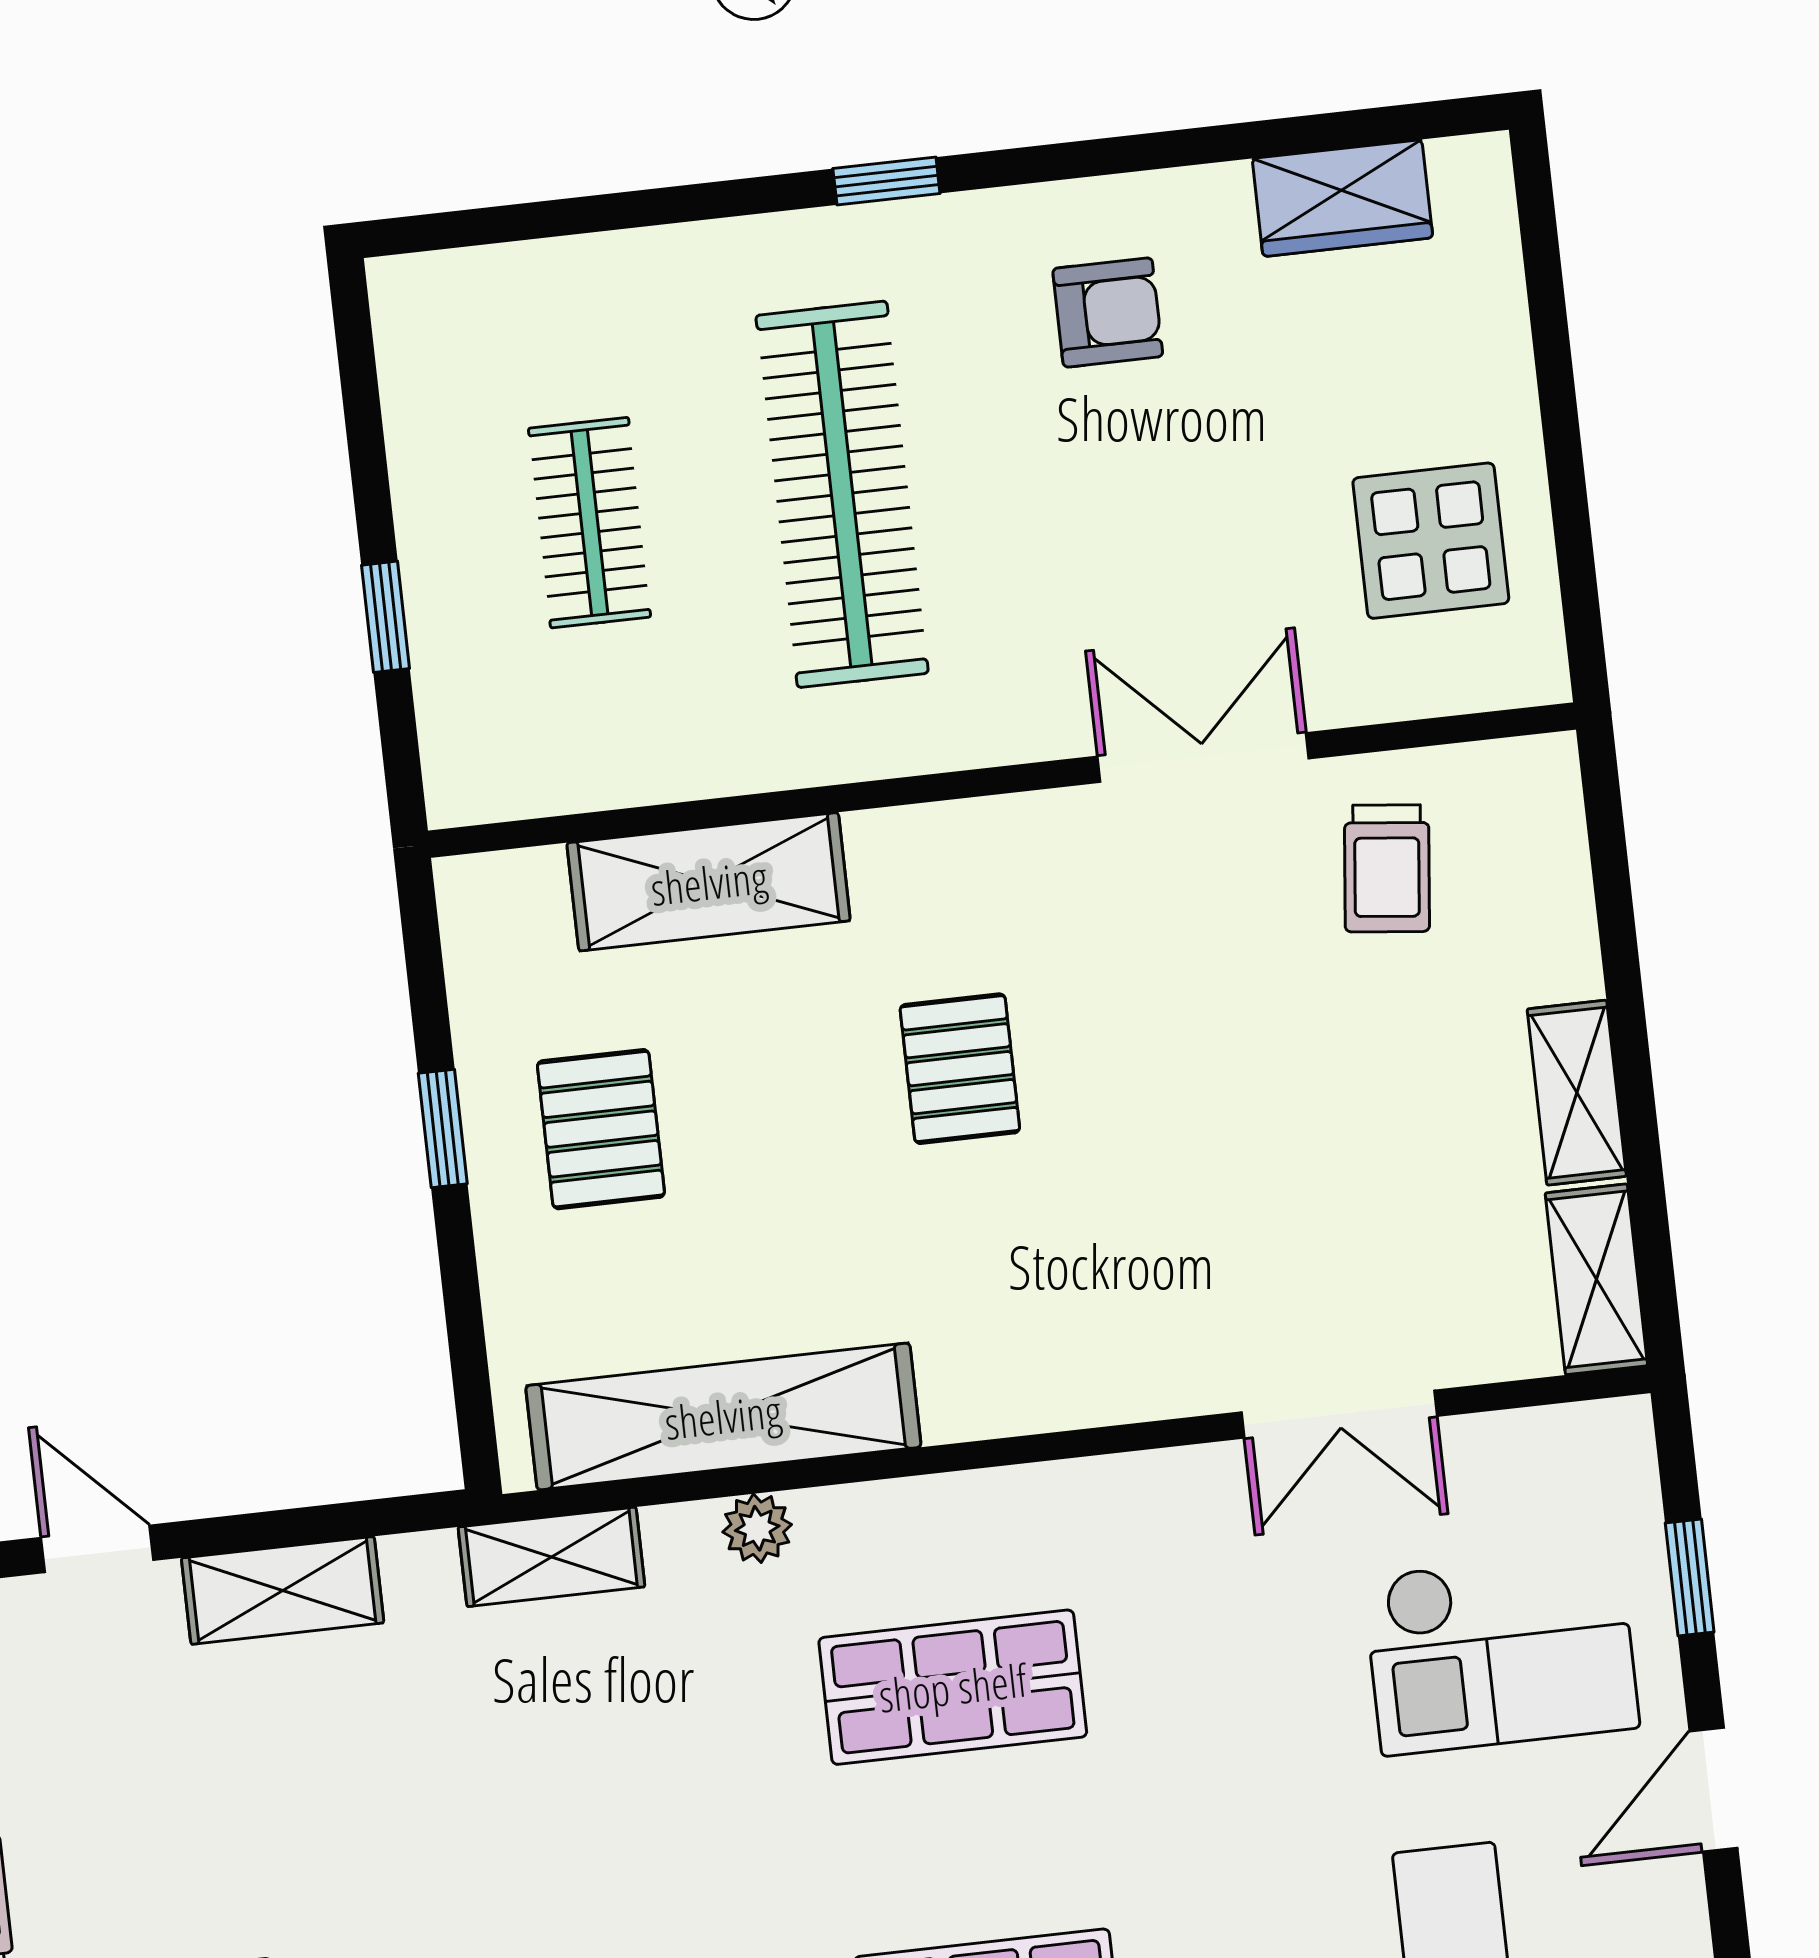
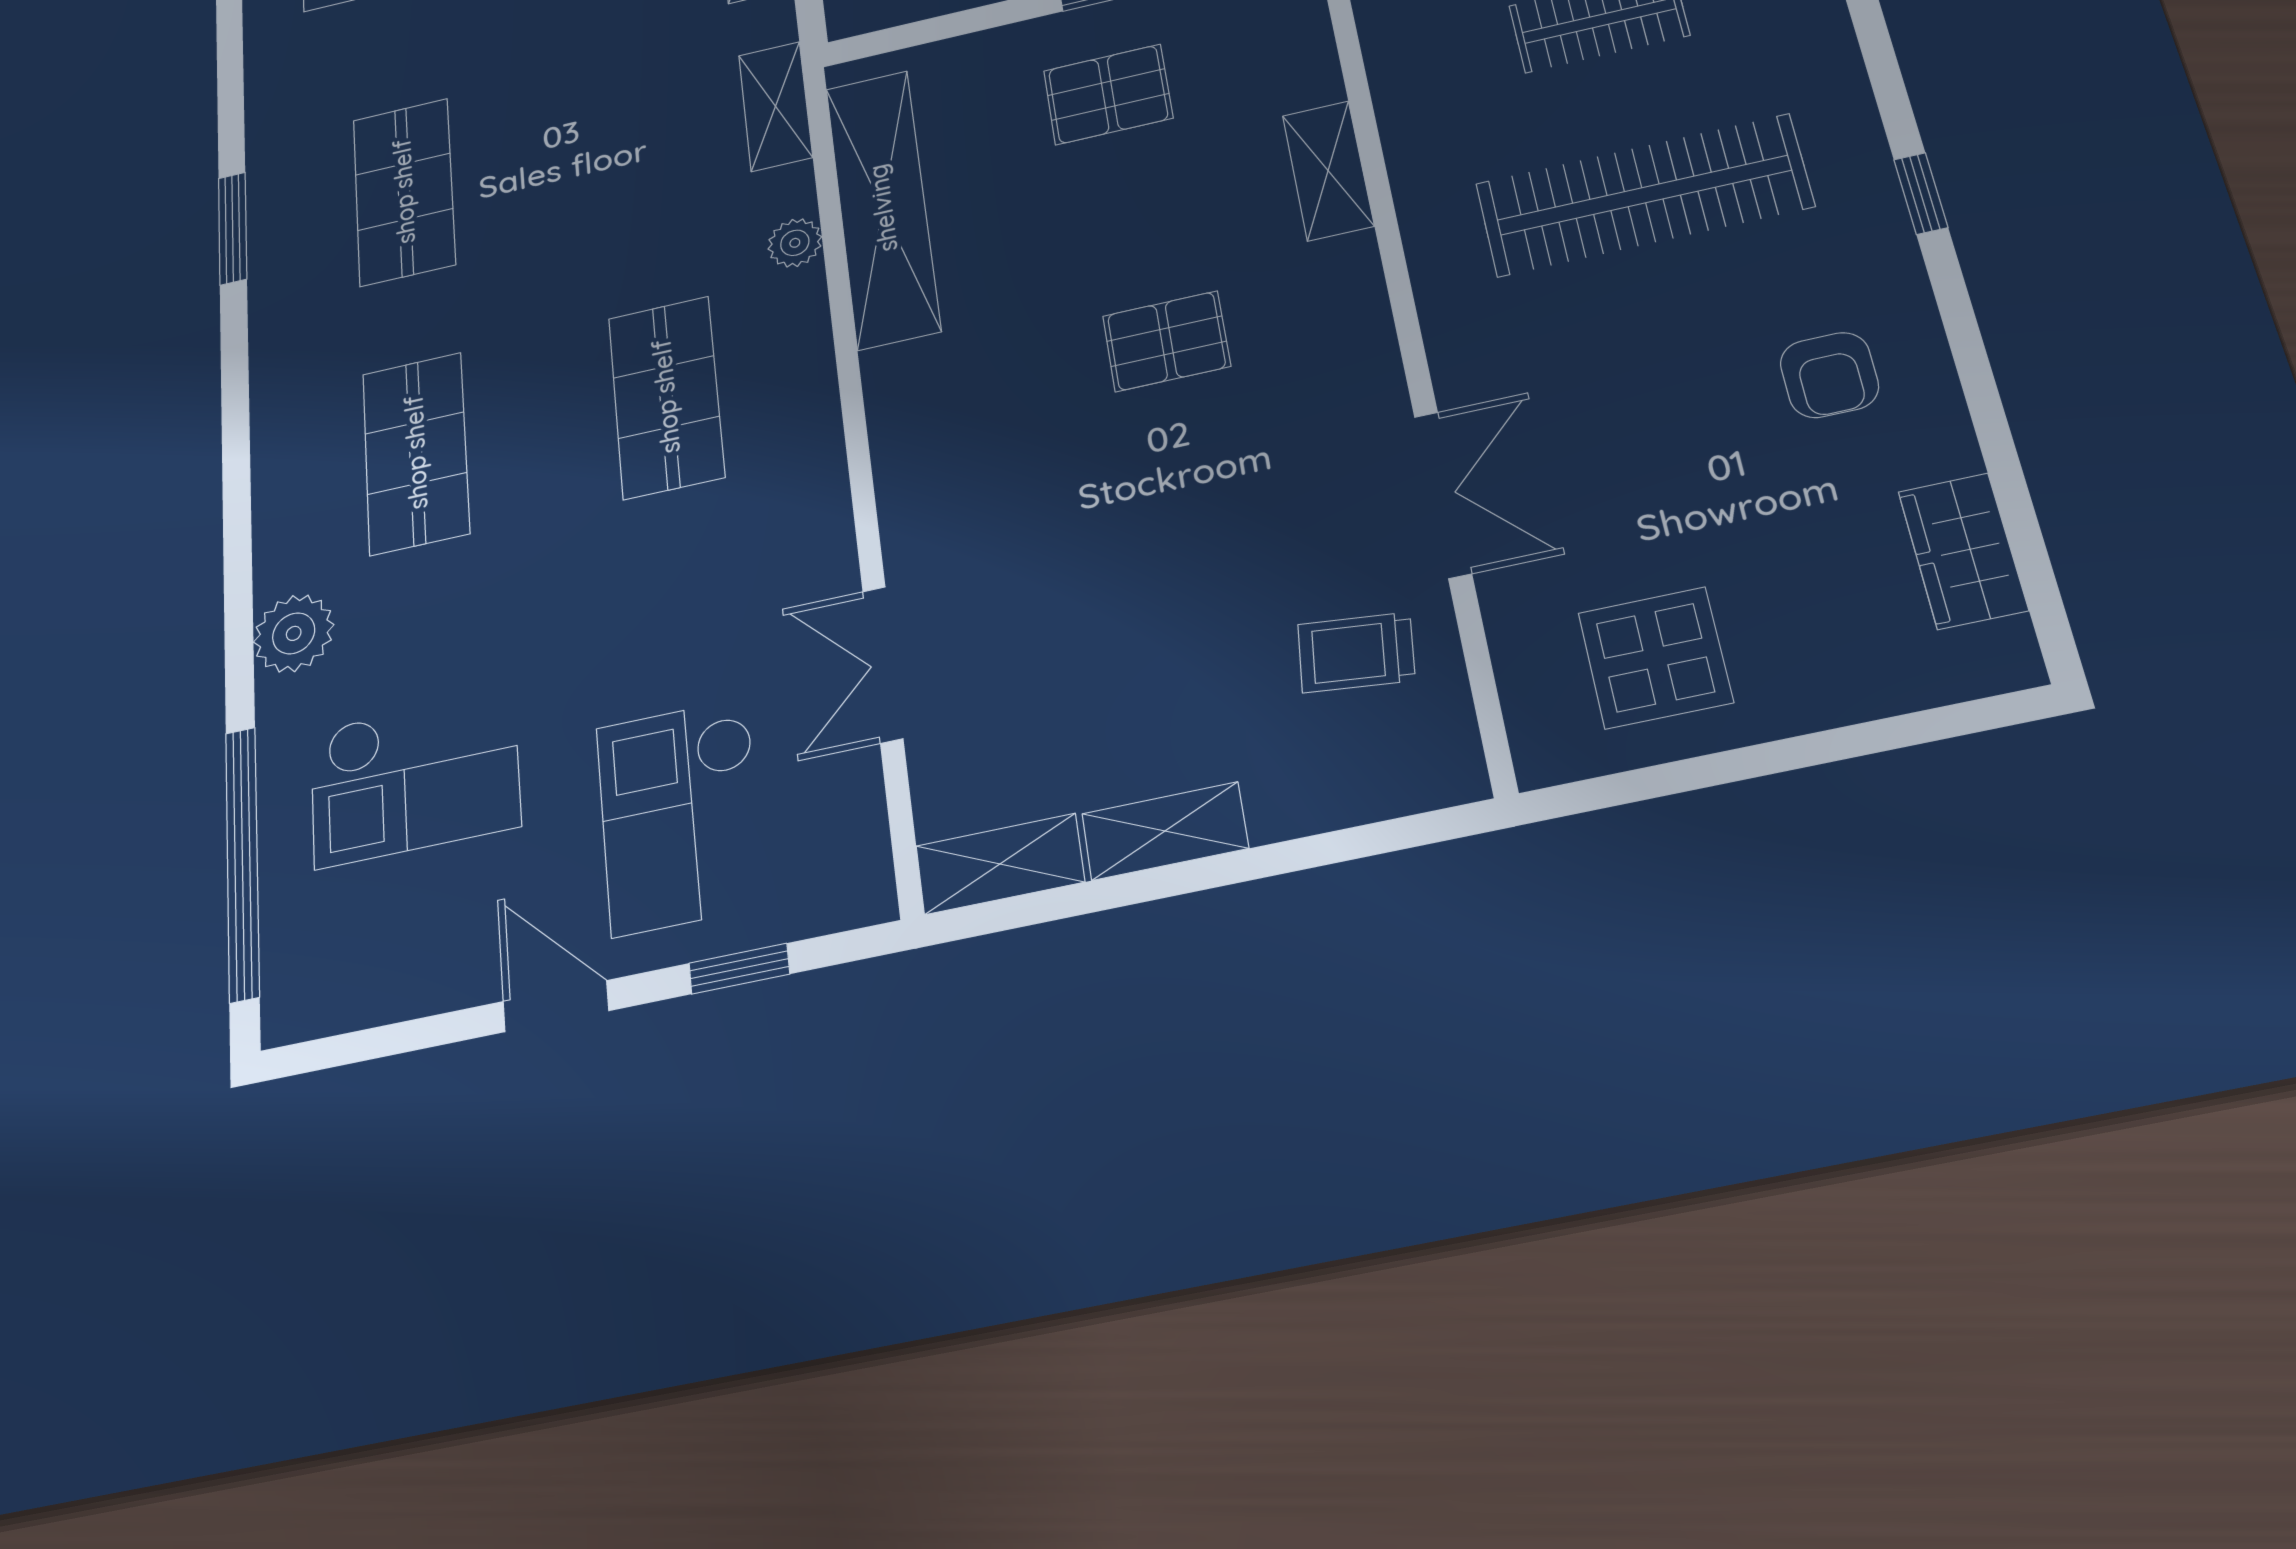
shelving: (709, 882) -> (1328, 171), width x0.67, depth x0.75

